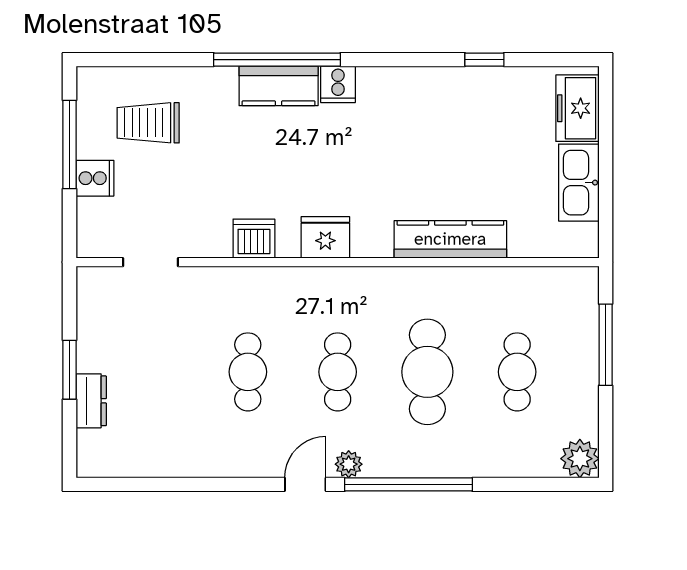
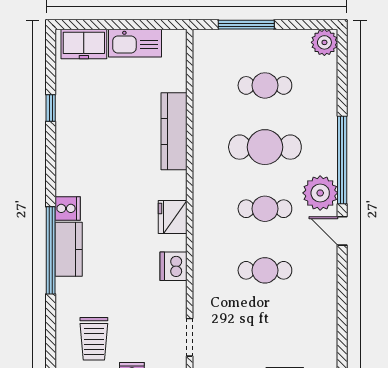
plant: (349, 464) -> (320, 193), width x1.88, depth x1.88

